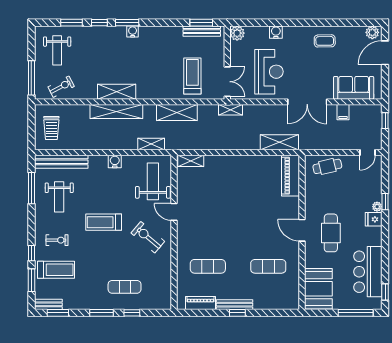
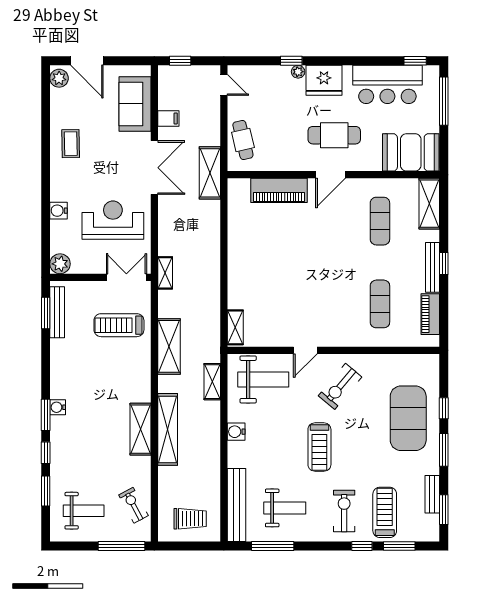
shelving: (279, 142) -> (210, 173), moved
piano: (291, 176) -> (279, 190), moved
weight bench: (153, 181) -> (263, 379), turned 180
fridge: (374, 219) -> (324, 80), width x1.88, depth x1.34
exercise bike: (57, 240) -> (344, 511), width x1.38, depth x1.39
exercise mat: (125, 287) -> (408, 418), width x2.00, depth x1.45
shelving: (281, 302) -> (429, 204), added
bench: (48, 304) -> (432, 494), moved

